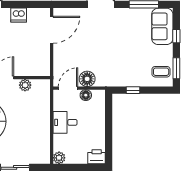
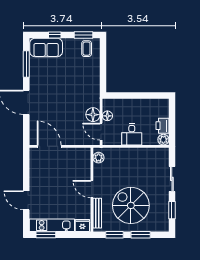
dishwasher: (19, 15) -> (36, 176), removed
plant: (25, 85) -> (99, 158), moved
window: (133, 90) -> (103, 74), removed
printer: (97, 157) -> (162, 126), moved

